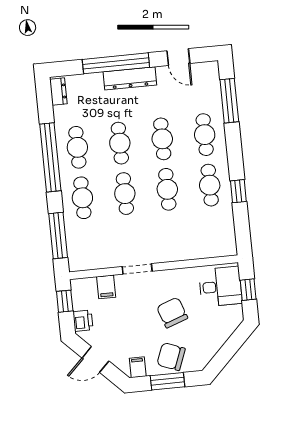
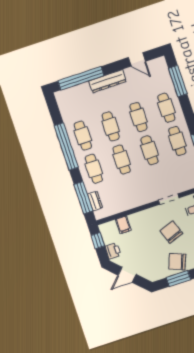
window: (116, 63) -> (81, 78), moved
dresser: (58, 92) -> (95, 201), moved
doorway: (137, 269) -> (169, 199), moved
filing cabinet: (138, 367) -> (157, 274), removed

